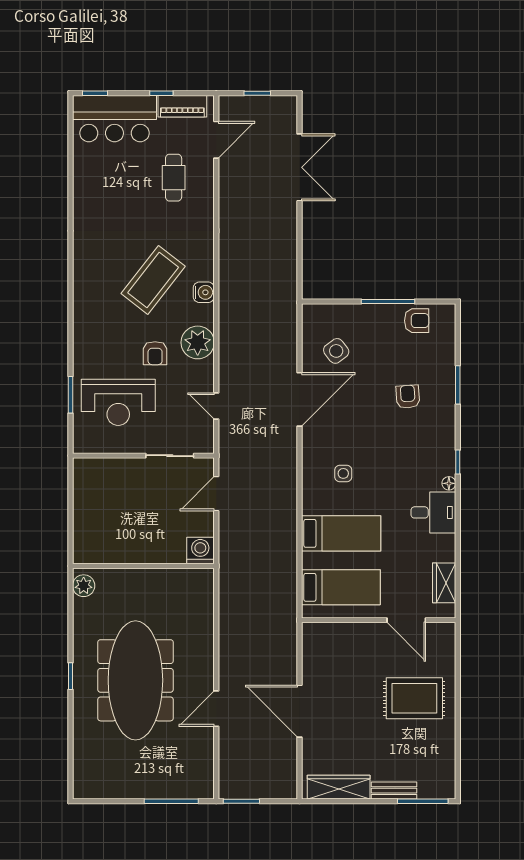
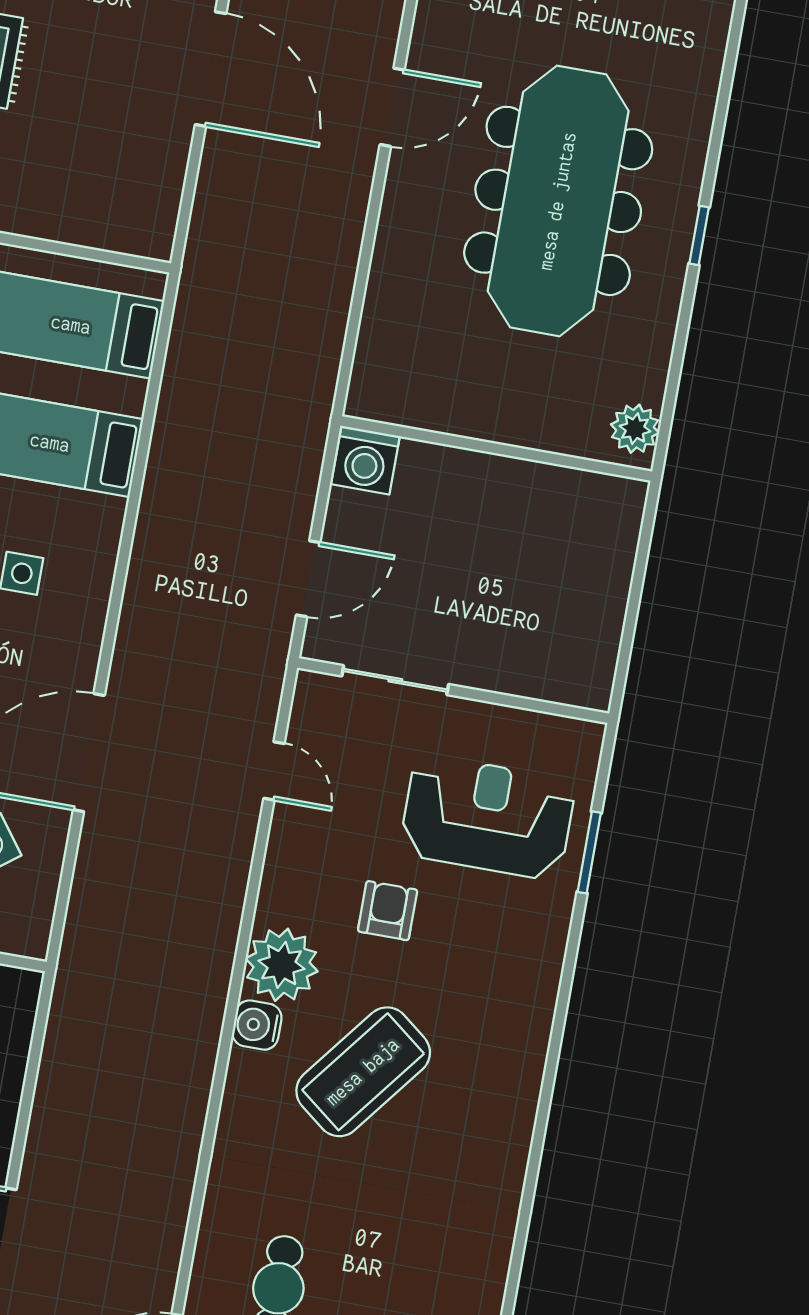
plant: (198, 342) -> (282, 965), moved

